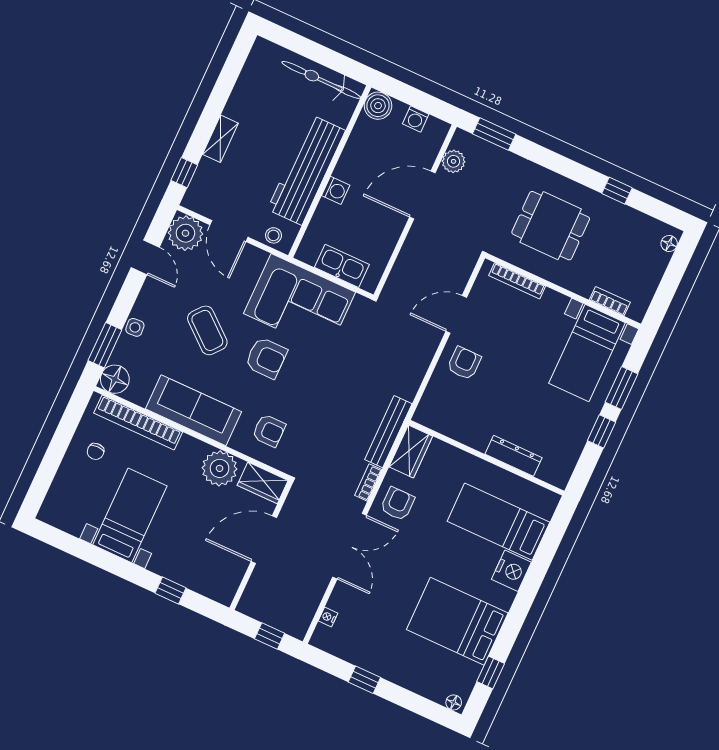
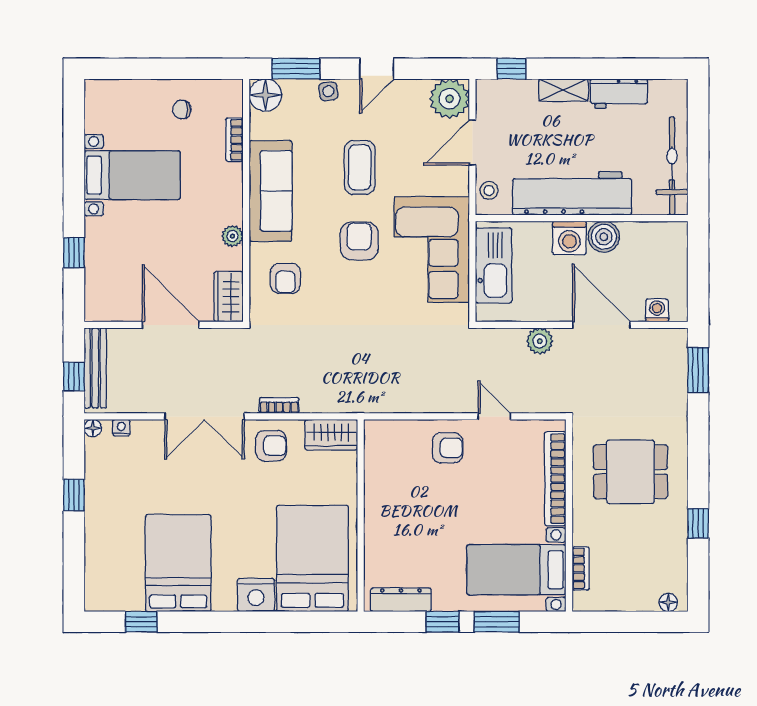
workbench: (244, 96) -> (619, 94), added
boiler: (378, 106) -> (604, 237), moved
washing machine: (416, 119) -> (657, 310), moved, turned 90
plant: (454, 161) -> (540, 341), moved
washing machine: (336, 190) -> (569, 238), width x1.38, depth x1.38
dining table: (551, 226) -> (631, 472), turned 90
door: (145, 257) -> (377, 69), moved
kitchen sink: (342, 266) -> (494, 265), width x1.36, depth x1.24
bookcase: (517, 281) -> (555, 479), width x1.48, depth x1.31
door: (456, 314) -> (494, 416), width x0.73
coffee table: (207, 330) -> (360, 167), turned -40
armchair: (266, 358) -> (359, 241), turned 180
bookcase: (138, 423) -> (234, 140), width x0.43, depth x0.76
bench: (388, 432) -> (95, 368), moved, turned 90
dresser: (513, 456) -> (401, 600), moved, turned -90
plant: (220, 468) -> (232, 236), width x0.53, depth x0.53
bed: (498, 522) -> (312, 558), width x1.50
floor lamp: (454, 702) -> (93, 428), moved

